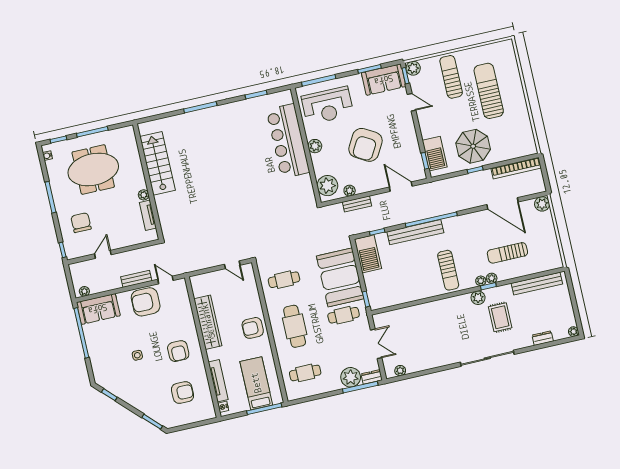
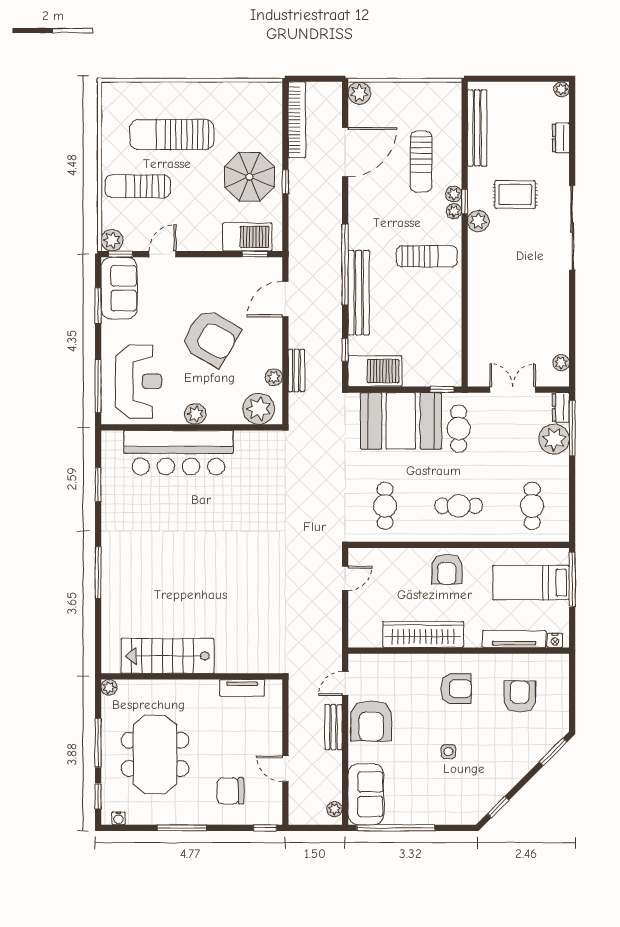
plant: (144, 195) -> (109, 687), moved
cafe table: (295, 326) -> (459, 506), width x0.73, depth x0.74

